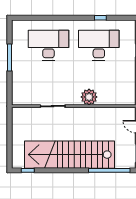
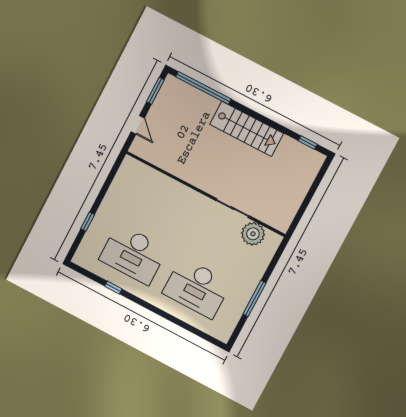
plant: (89, 97) -> (253, 234), moved
stairs: (69, 155) -> (247, 129), width x0.54, depth x0.66

